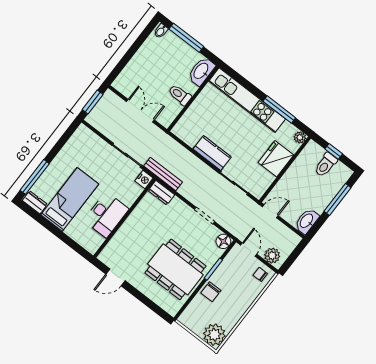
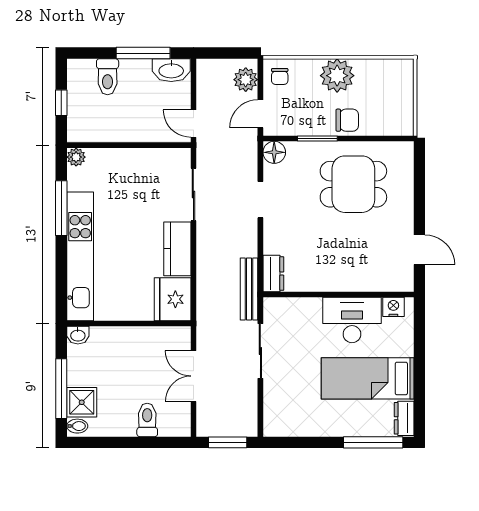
shower: (171, 43) -> (82, 402), added
washbasin: (201, 71) -> (78, 335), width x0.52, depth x0.69
toilet: (180, 95) -> (147, 420), moved, turned 180
fridge: (276, 159) -> (173, 299), moved, turned 90
toilet: (326, 165) -> (108, 77), moved, turned 90
nightstand: (144, 180) -> (393, 307), moved
window: (337, 199) -> (143, 53), moved
dining table: (175, 269) -> (353, 184), width x0.73
plant: (214, 335) -> (337, 76), moved

